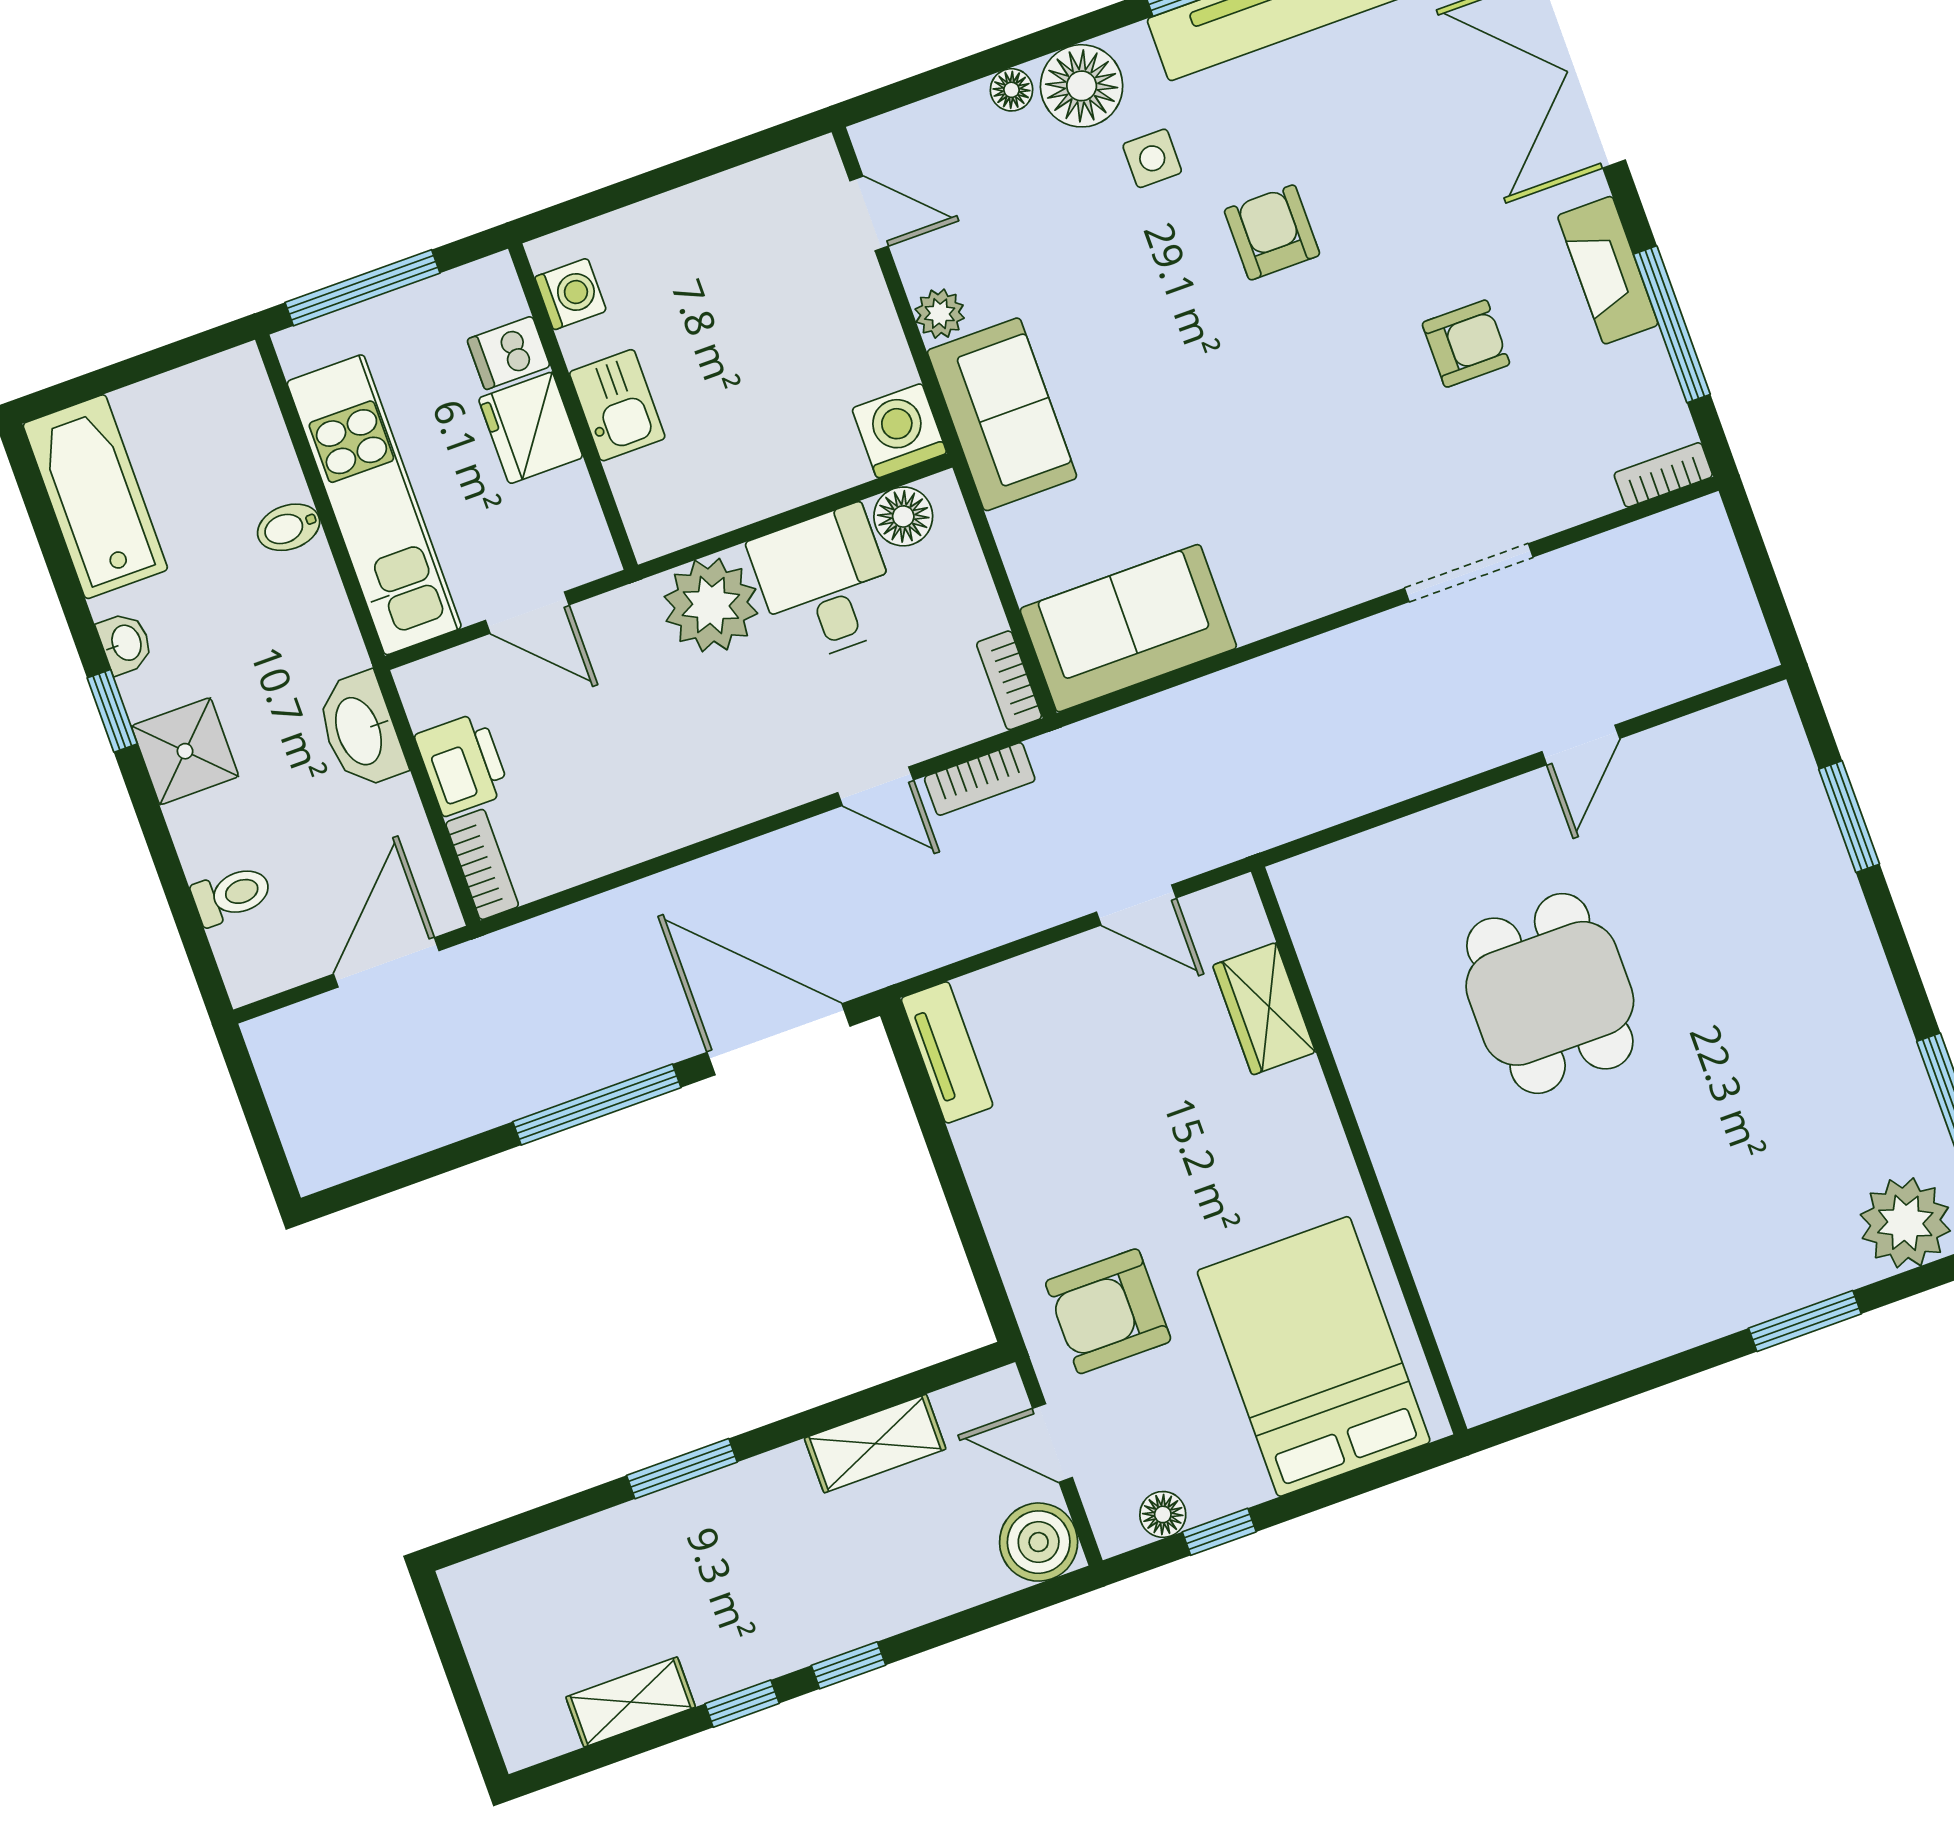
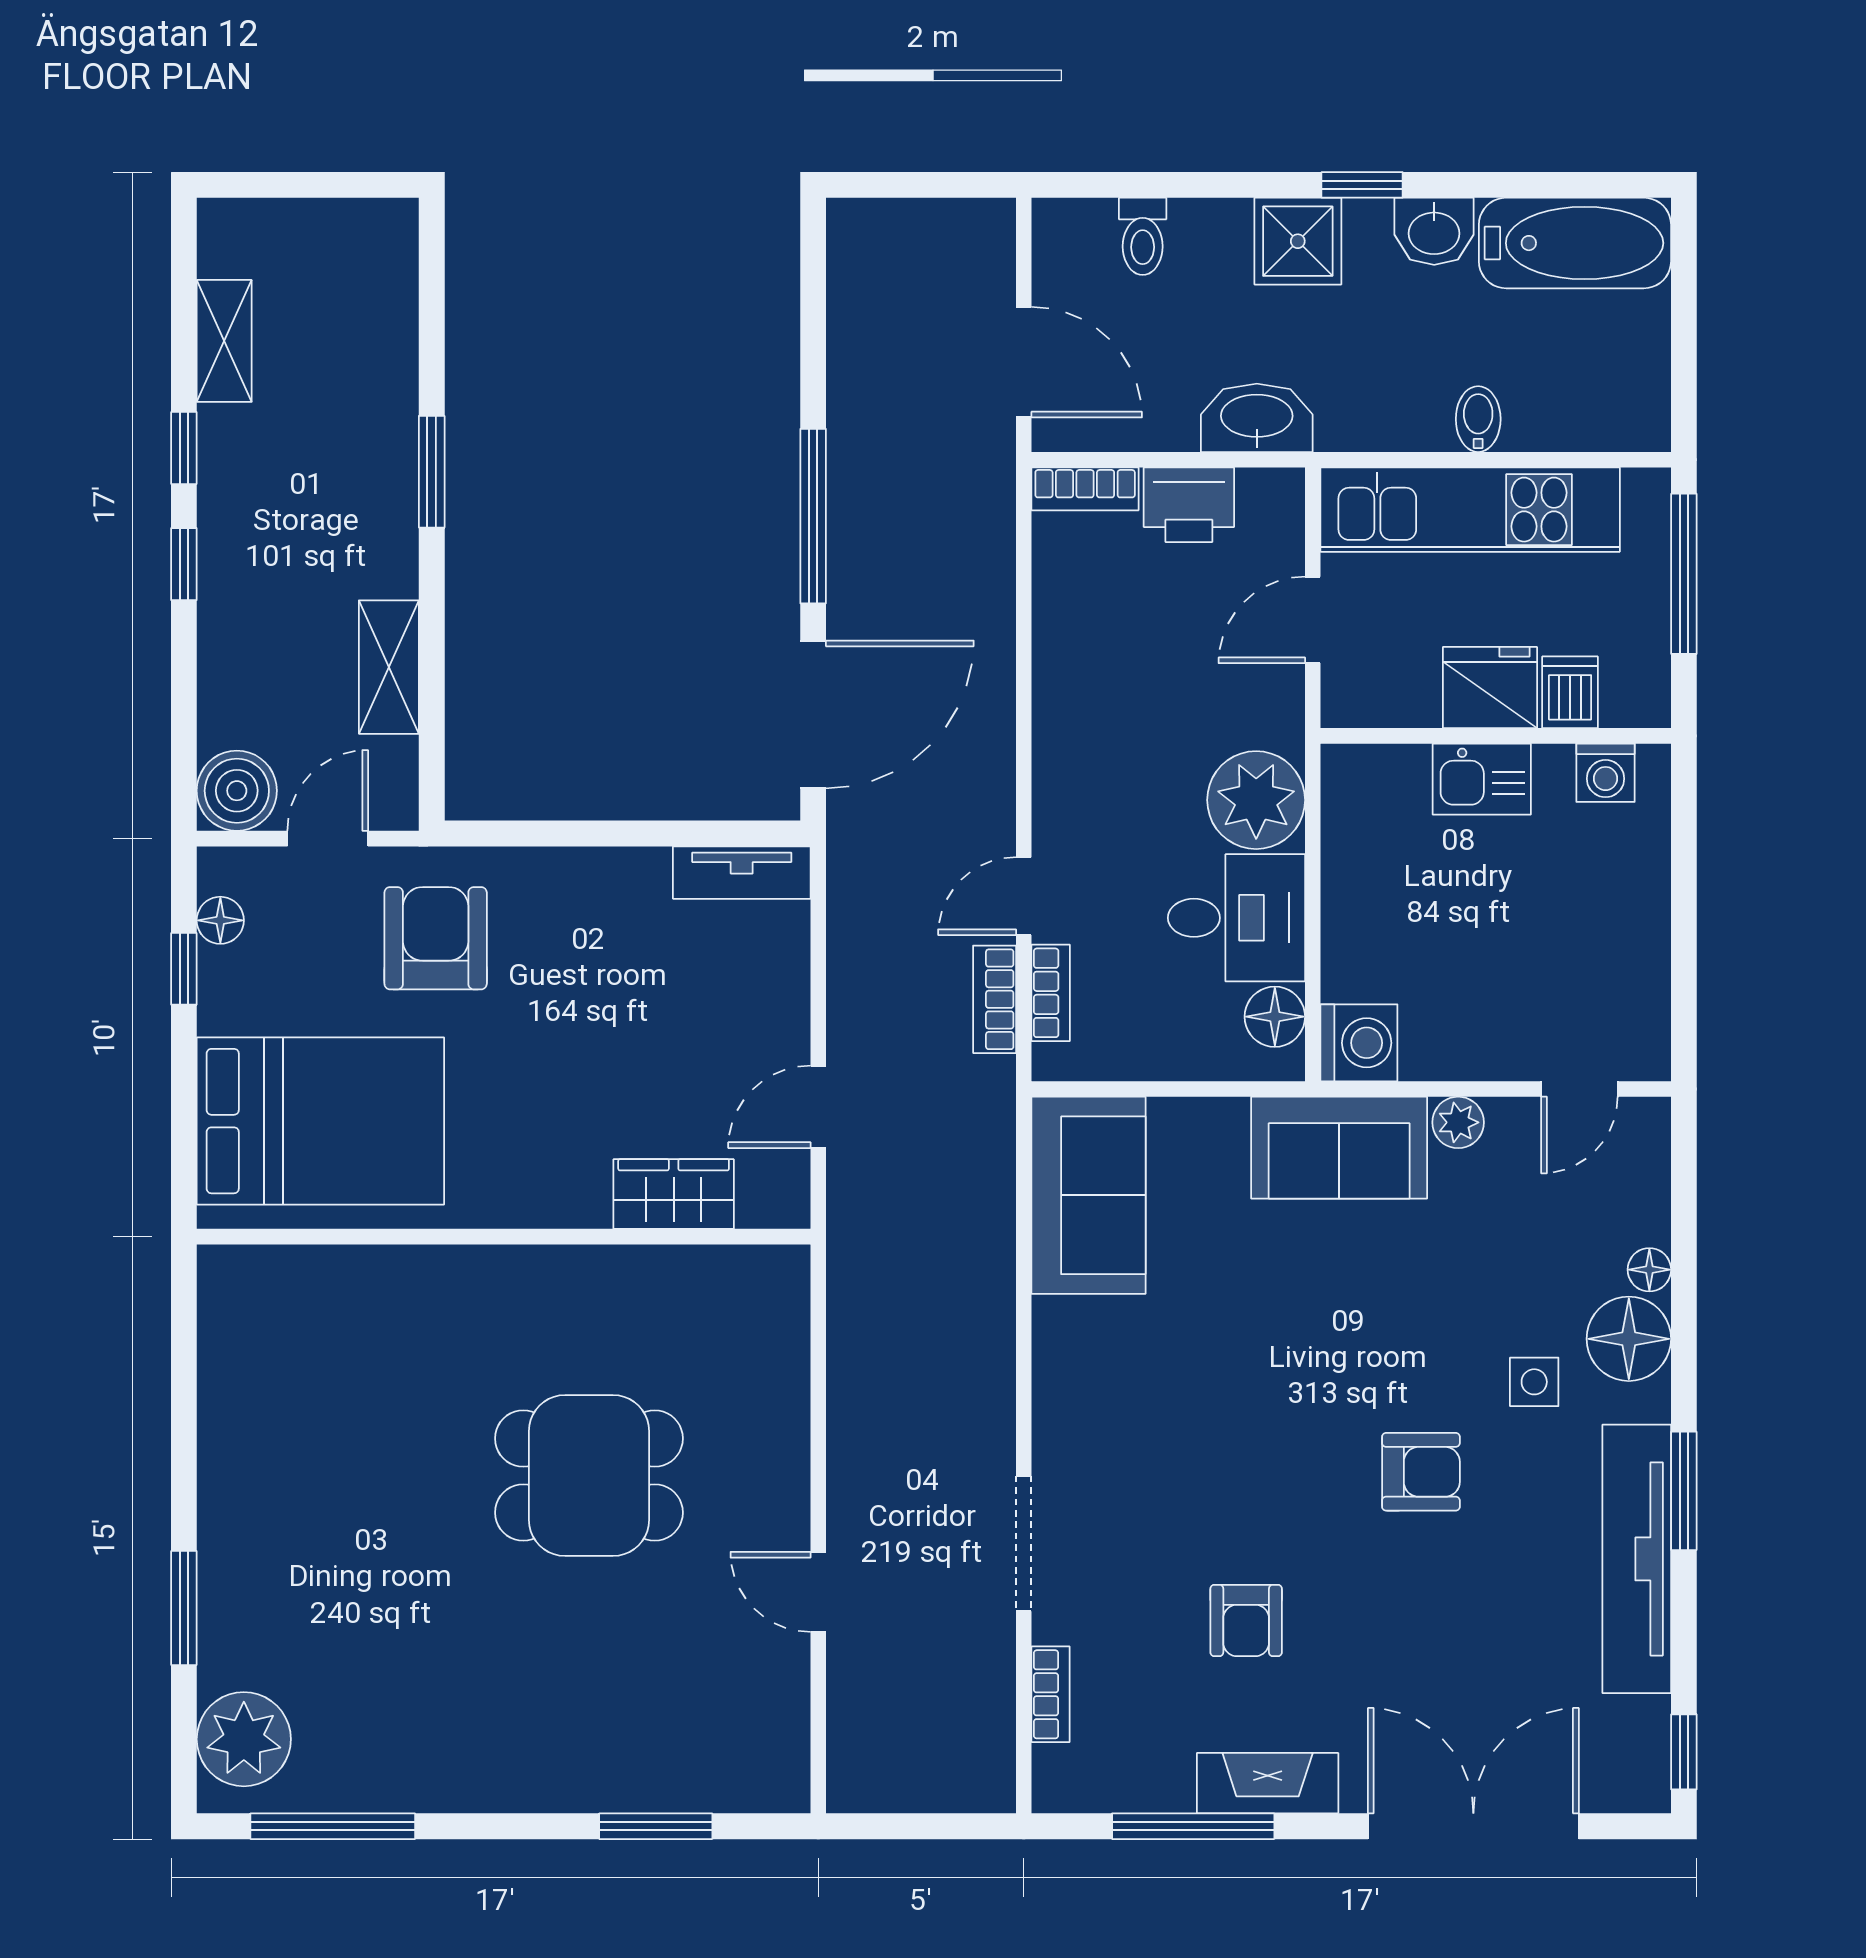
bookcase: (1663, 475) -> (1051, 1694), moved
washbasin: (125, 643) -> (1434, 231), width x1.38, depth x1.45
bookcase: (1009, 680) -> (1051, 993), moved, turned 90

